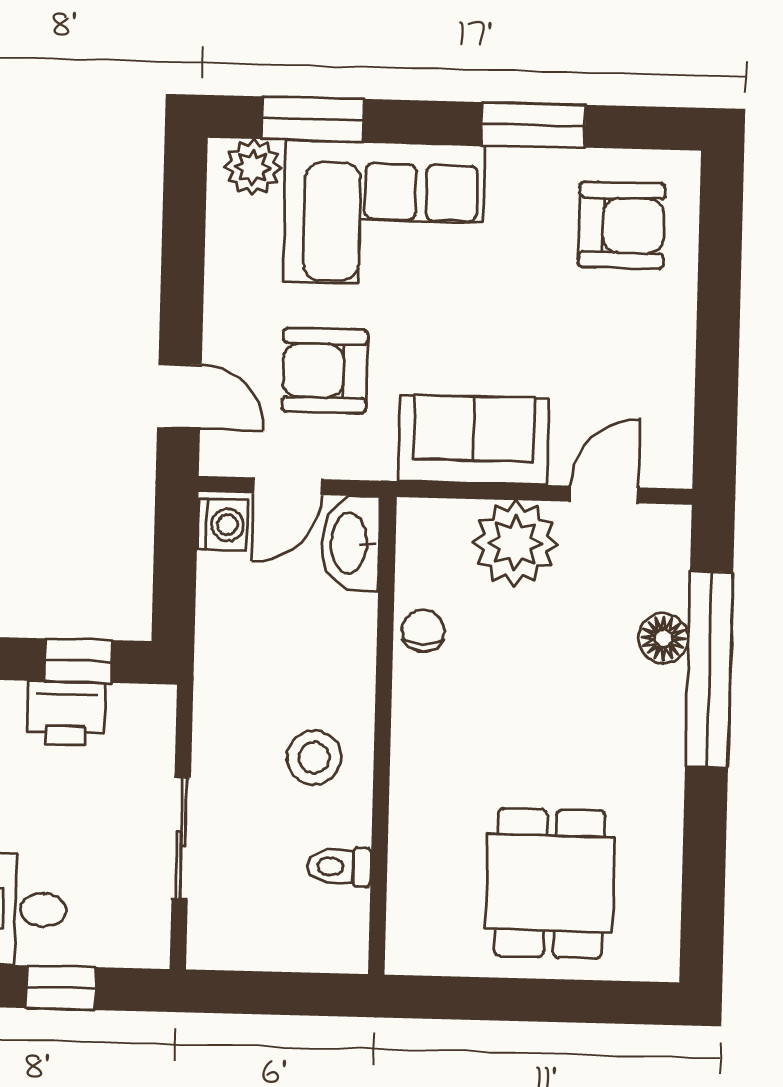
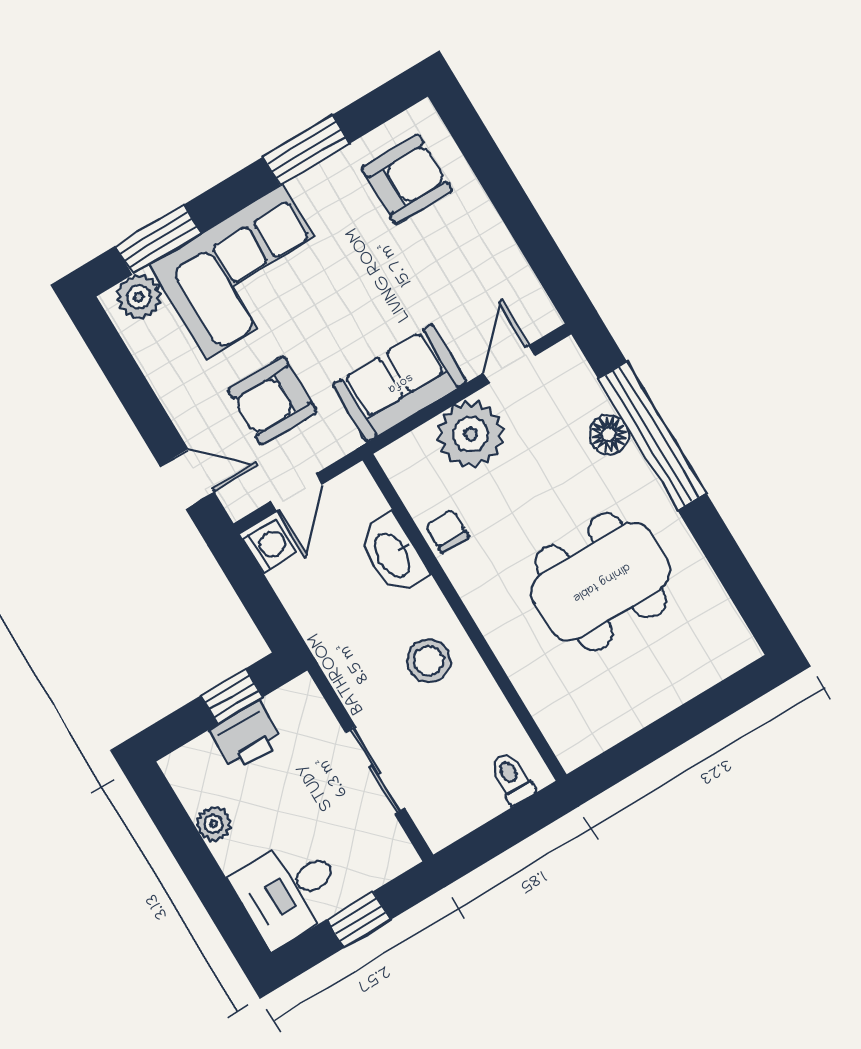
washbasin: (351, 543) -> (393, 554), moved
toilet: (339, 867) -> (512, 778), moved, turned 90
dining table: (550, 883) -> (601, 582), moved, width x1.38

